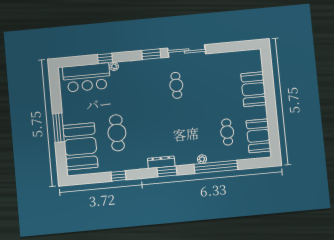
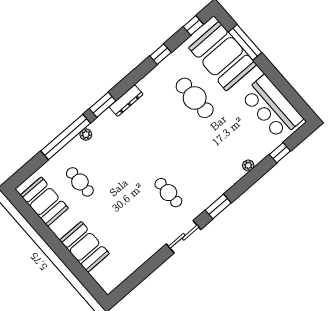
sliding door: (187, 51) -> (184, 237), width x0.73
window: (105, 58) -> (280, 153), moved
bar counter: (87, 77) -> (272, 107), moved, turned -90
window: (59, 128) -> (245, 42), moved
window: (167, 171) -> (103, 105), moved
window: (85, 179) -> (193, 25), added

